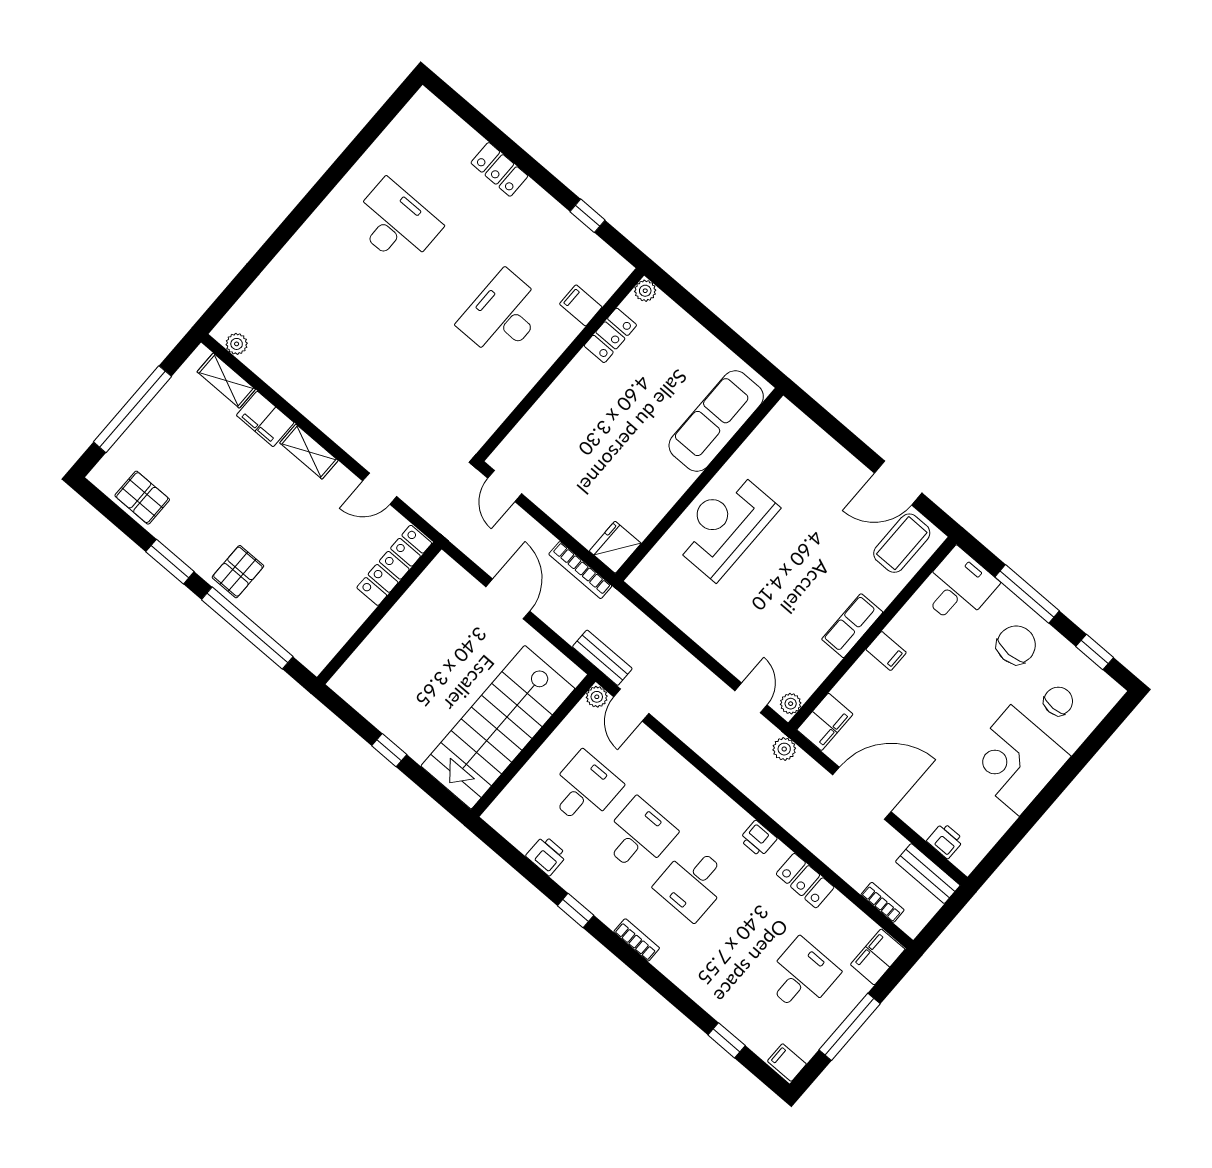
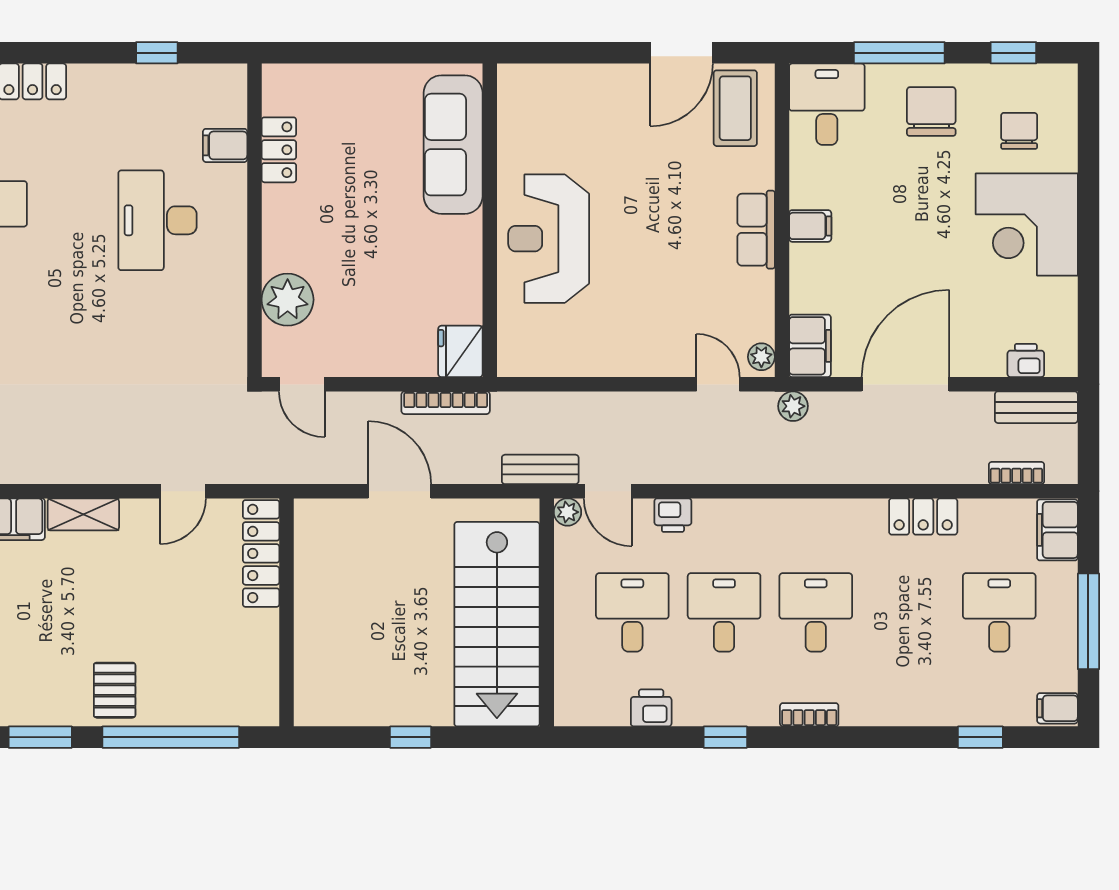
plant: (645, 291) -> (288, 300), moved, width x1.87, depth x1.87
printer: (758, 839) -> (673, 515), moved
desk: (693, 883) -> (816, 612), turned 180

